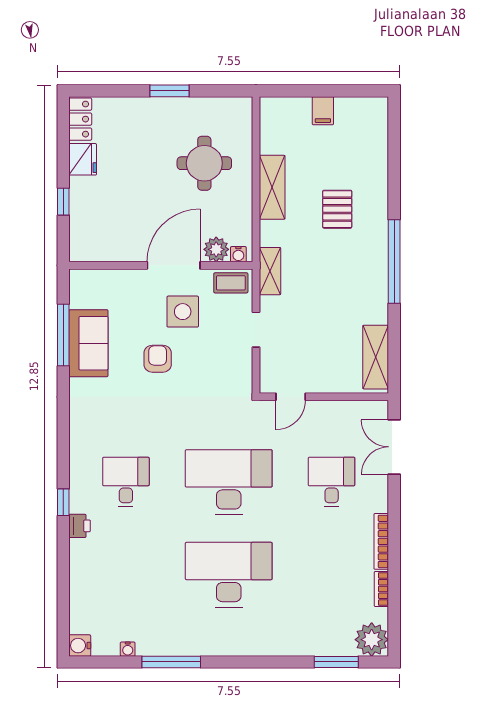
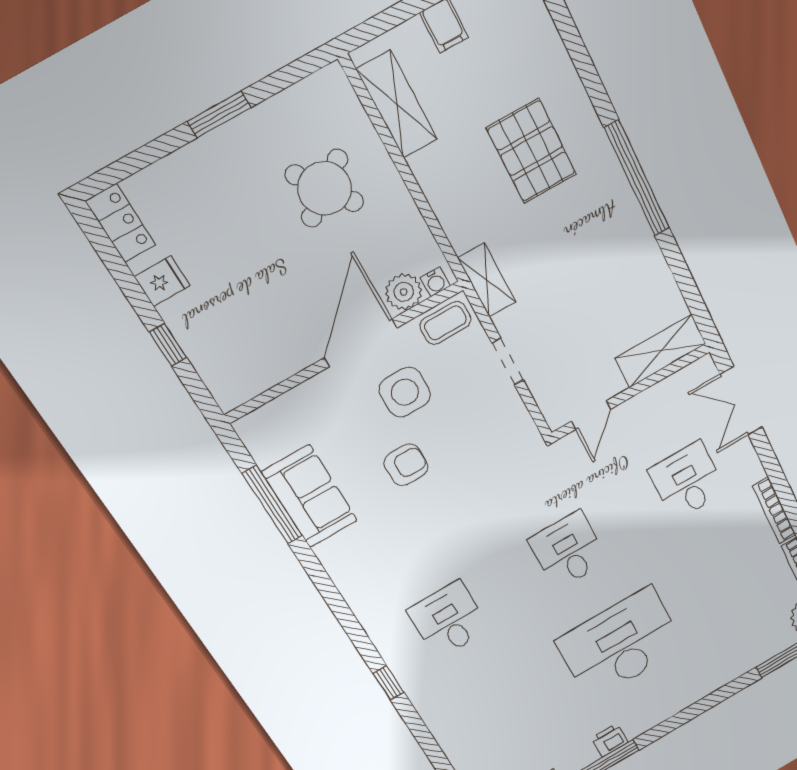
fridge: (83, 159) -> (162, 281), width x0.72
round table: (204, 163) -> (325, 188), turned -36
shelving: (272, 187) -> (397, 104), moved
pallet: (337, 209) -> (532, 151), width x1.50, depth x1.42
shelving: (376, 357) -> (661, 351), moved, turned 90
armchair: (158, 359) -> (406, 465), turned 90
desk: (229, 482) -> (568, 550), width x0.53, depth x0.77
printer: (80, 526) -> (610, 740), moved, turned -90

